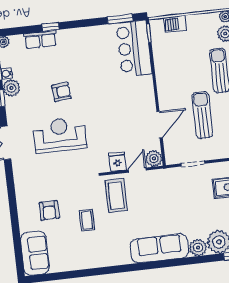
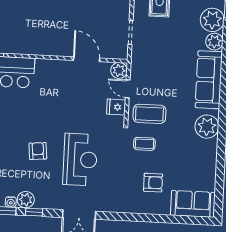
sun lounger: (202, 115) -> (84, 15), removed
reception desk: (60, 135) -> (80, 160), turned 180
coffee table: (87, 220) -> (144, 144), moved
plant: (113, 254) -> (207, 127), added

